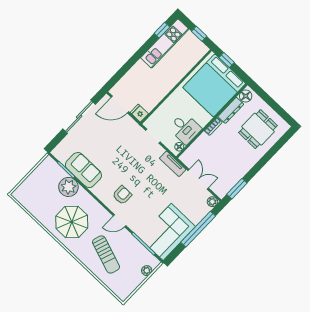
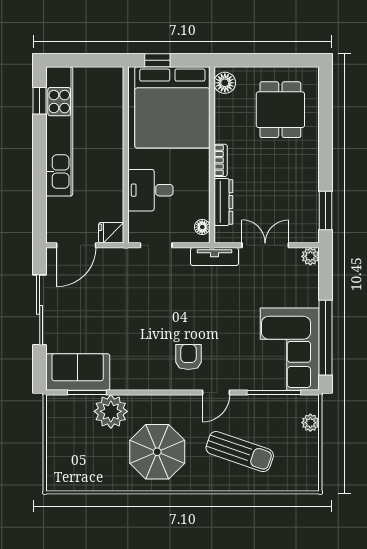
window: (199, 34) -> (91, 60), removed
kitchen unit: (165, 43) -> (59, 131), width x1.36
dresser: (231, 110) -> (223, 202), moved
desk: (185, 128) -> (150, 190), moved, turned 180
sofa: (83, 170) -> (78, 372), moved
window: (198, 229) -> (326, 338), moved

